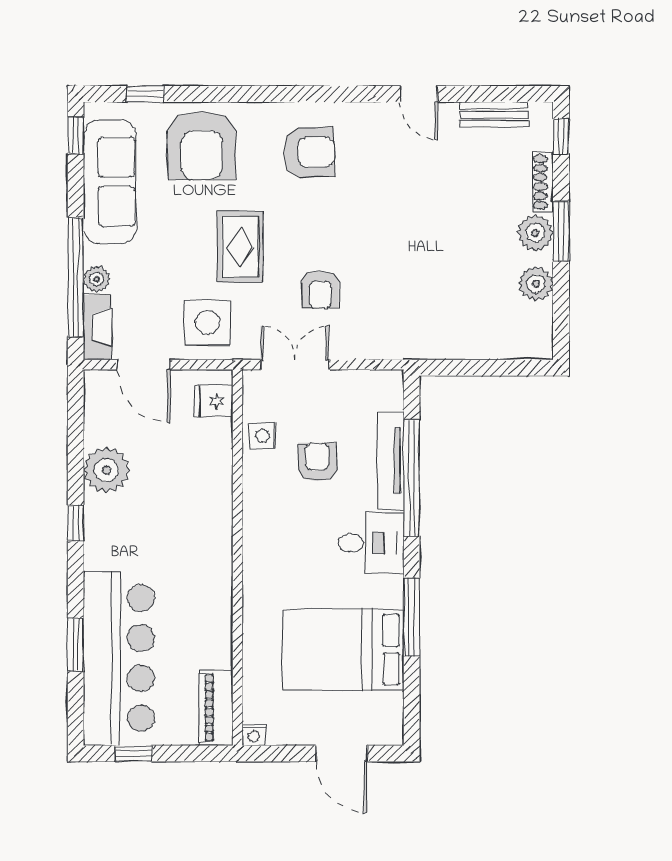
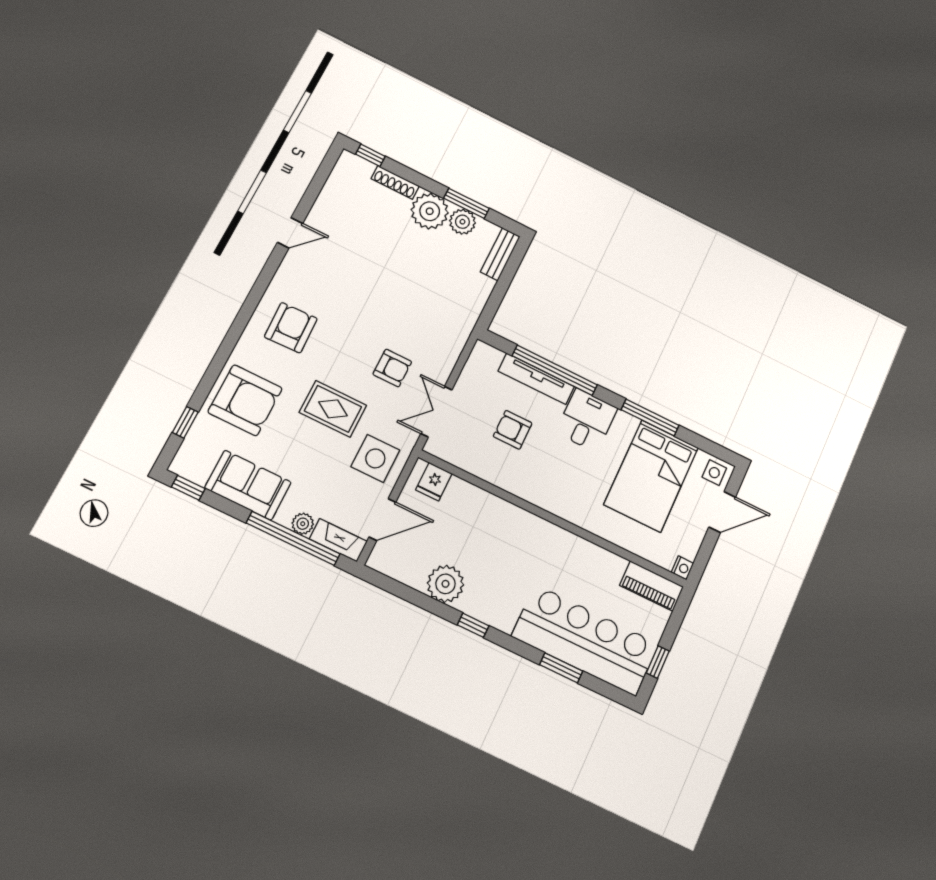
bench: (494, 115) -> (500, 254), moved
sofa: (110, 182) -> (248, 485), width x0.73
window: (561, 231) -> (466, 203), moved
plant: (535, 233) -> (430, 211), width x1.36, depth x1.36
side table: (262, 436) -> (714, 473), moved

